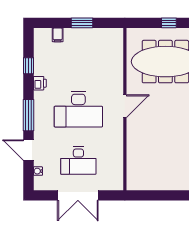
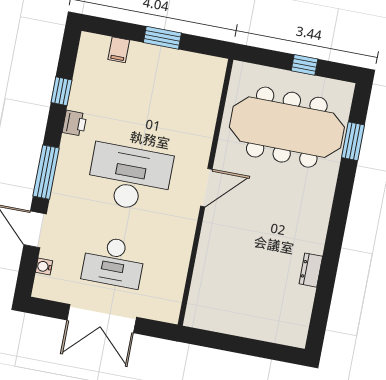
desk: (78, 109) -> (130, 178), turned 180

